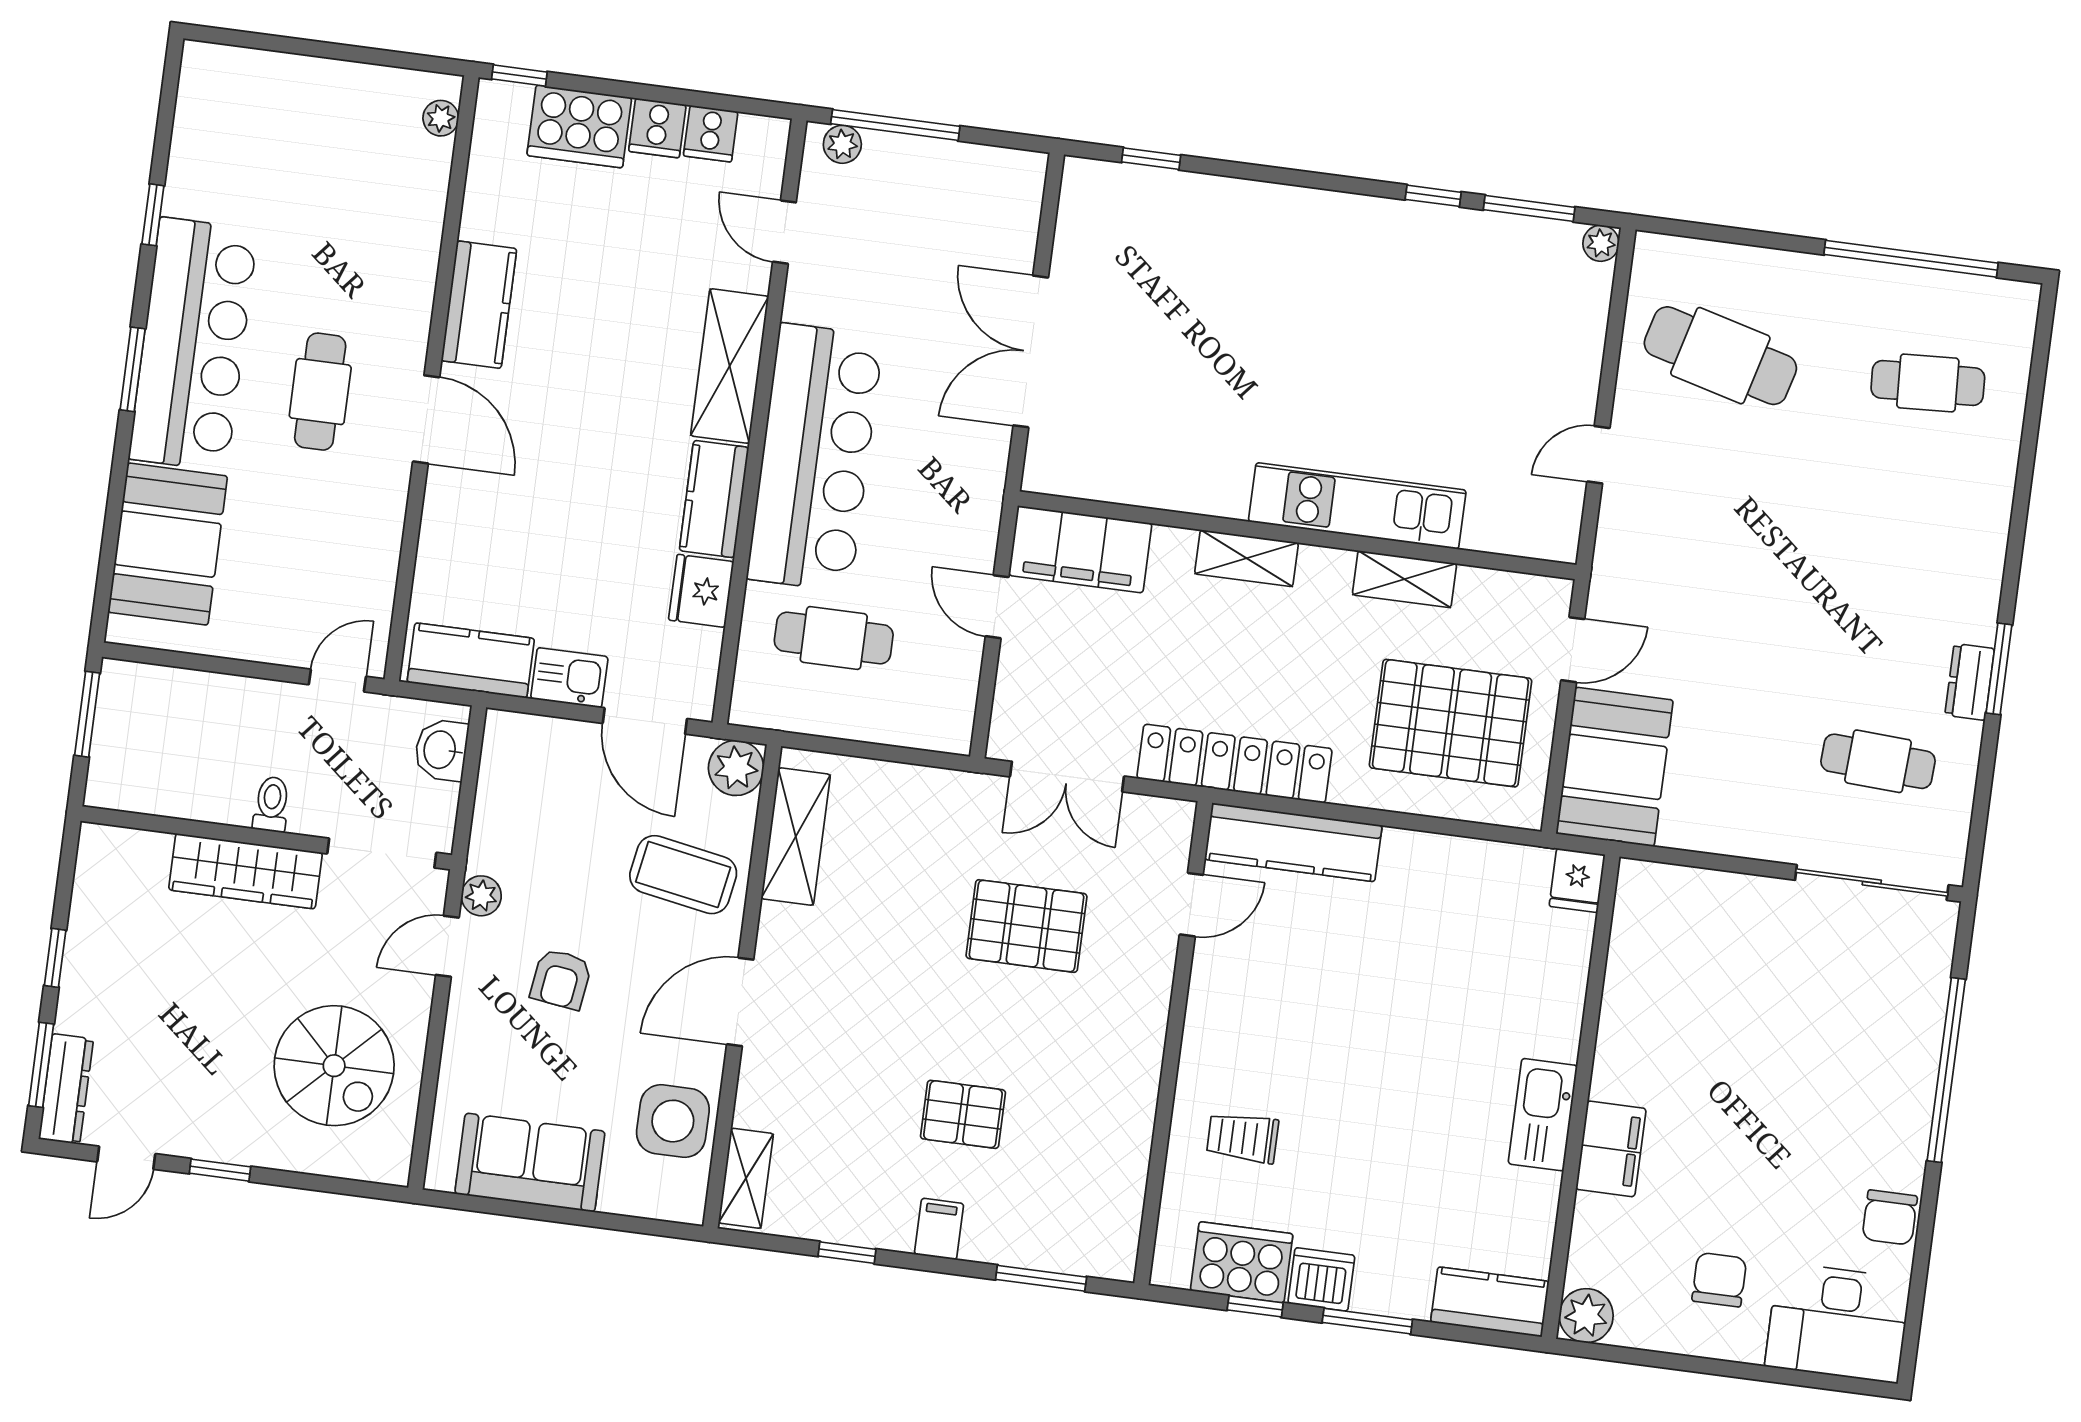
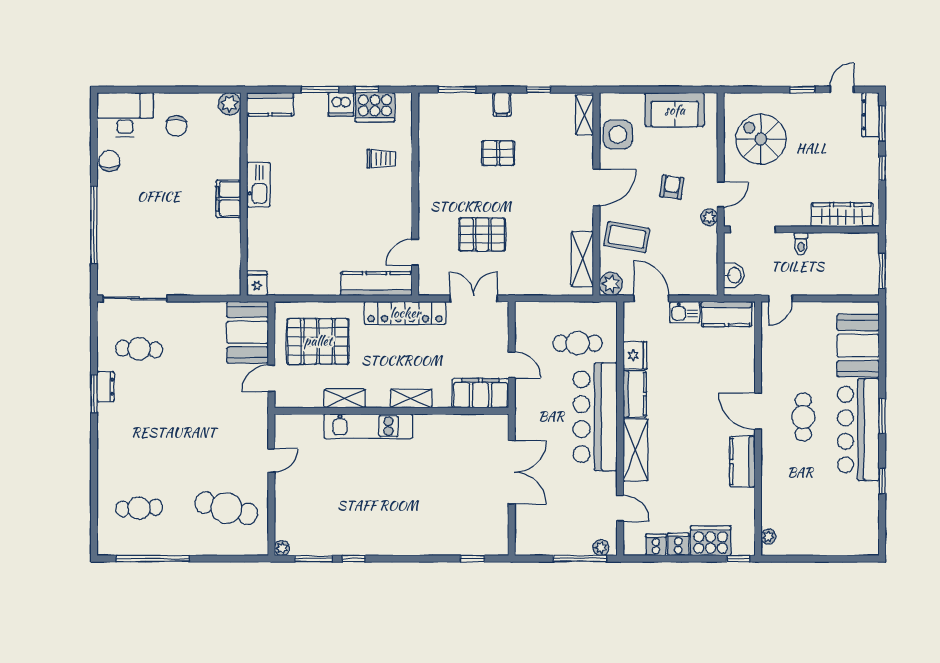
wardrobe: (245, 871) -> (842, 215), moved
filing cabinet: (1611, 1149) -> (228, 199), moved

